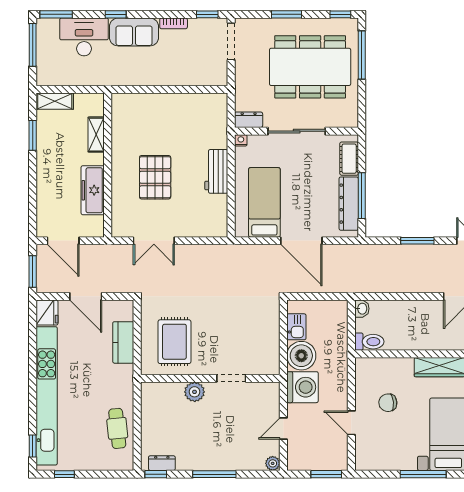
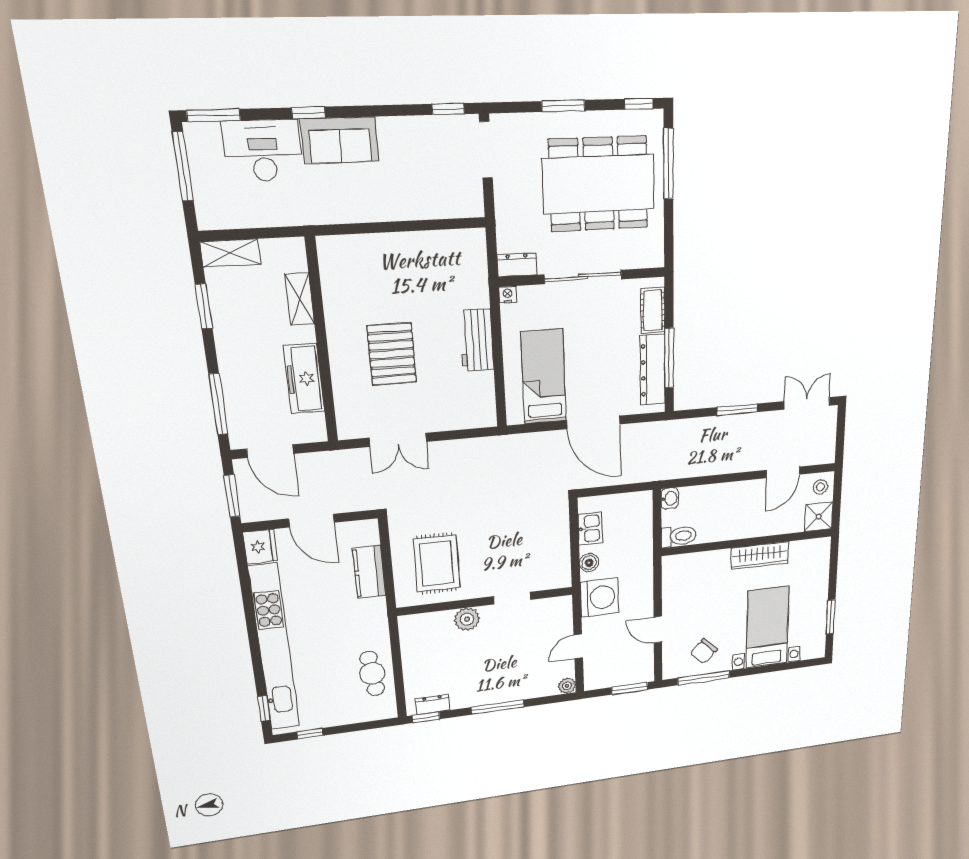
bookcase: (174, 23) -> (399, 125), removed
window: (33, 204) -> (218, 404), added
boiler: (301, 356) -> (589, 563), width x0.54, depth x0.54
chair: (388, 403) -> (704, 651), moved, turned -39
window: (423, 474) -> (704, 678), moved

